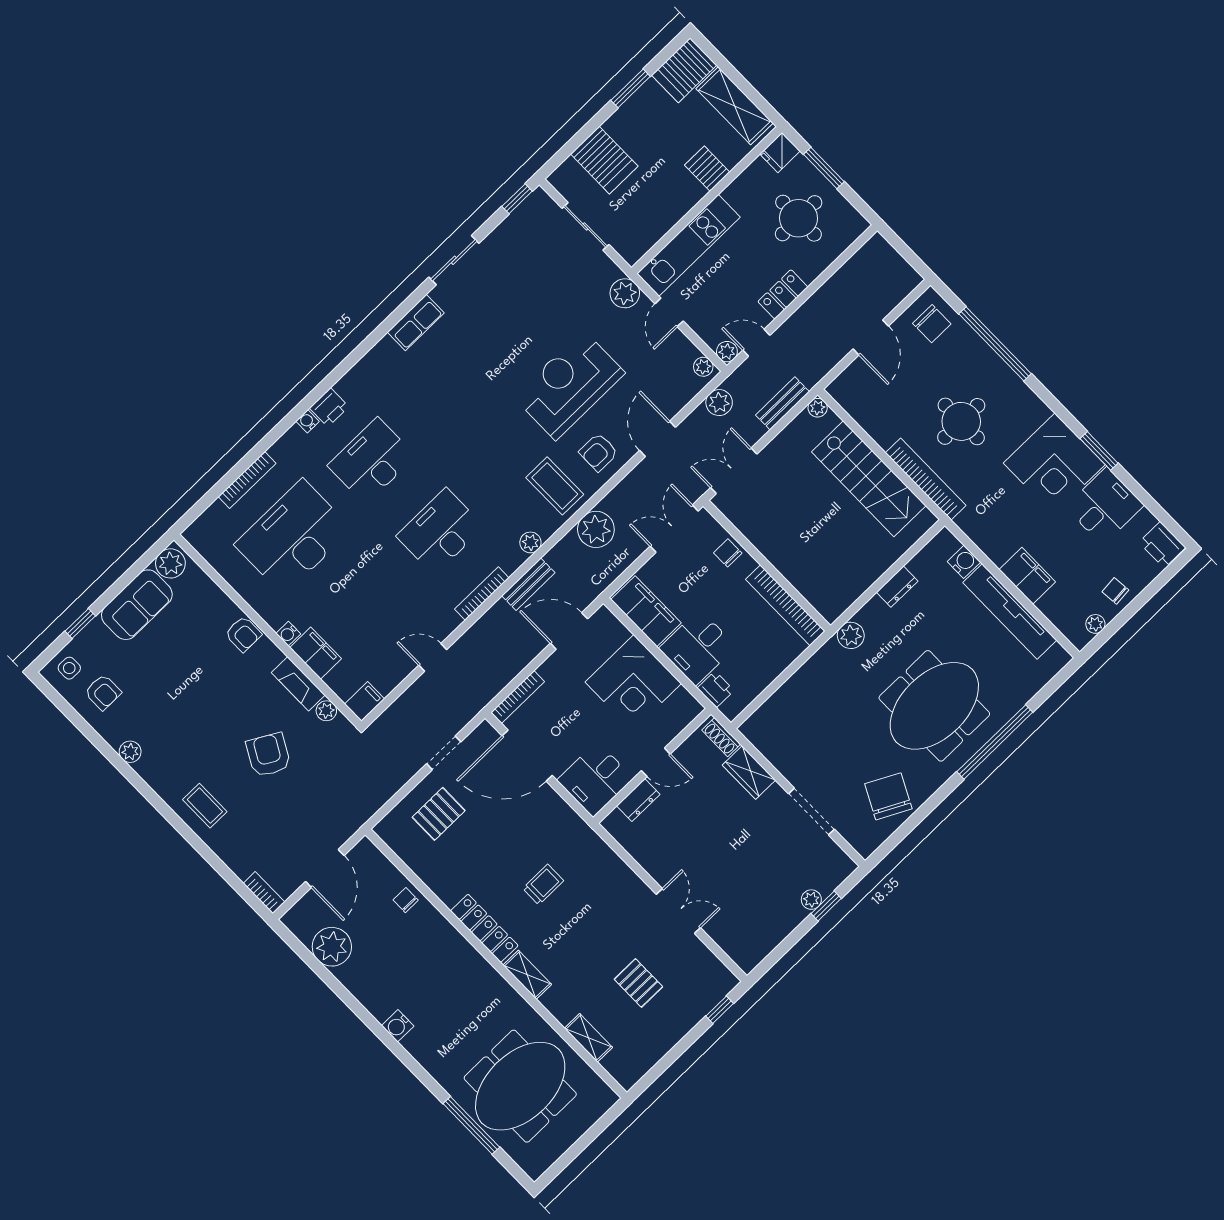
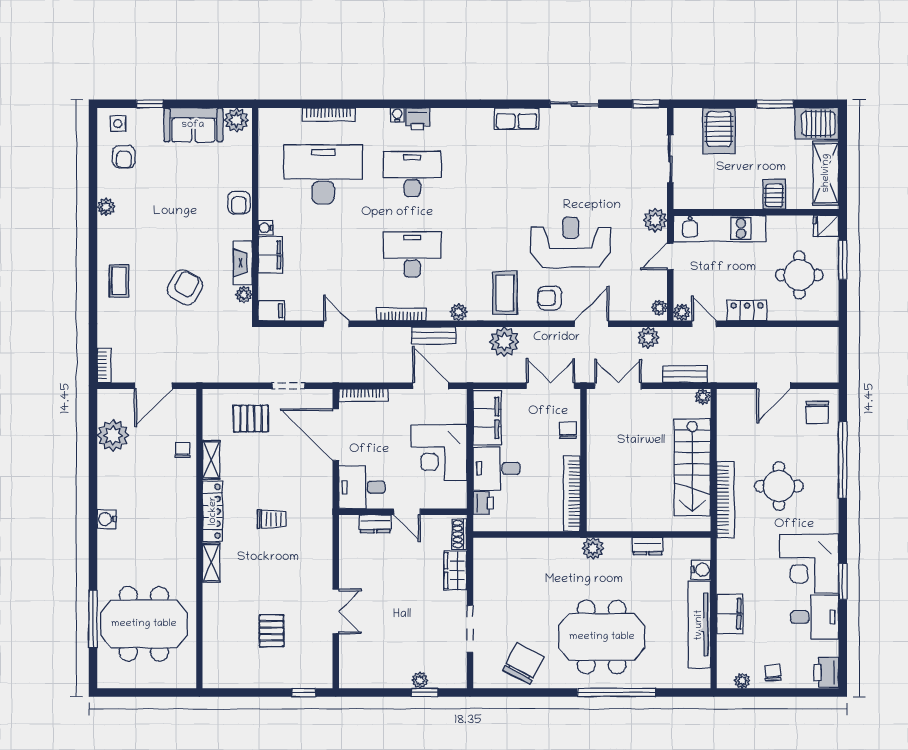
shelving: (588, 1038) -> (211, 460), moved

